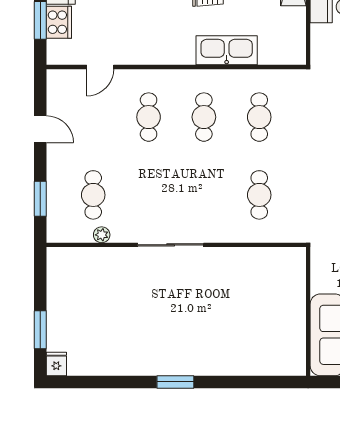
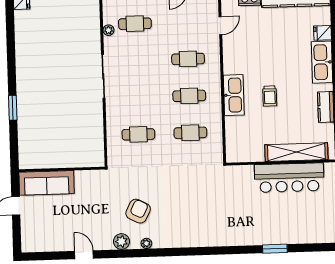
kitchen sink: (227, 50) -> (234, 95), moved
door: (100, 67) -> (220, 26), swing flipped
window: (175, 382) -> (13, 108), moved

